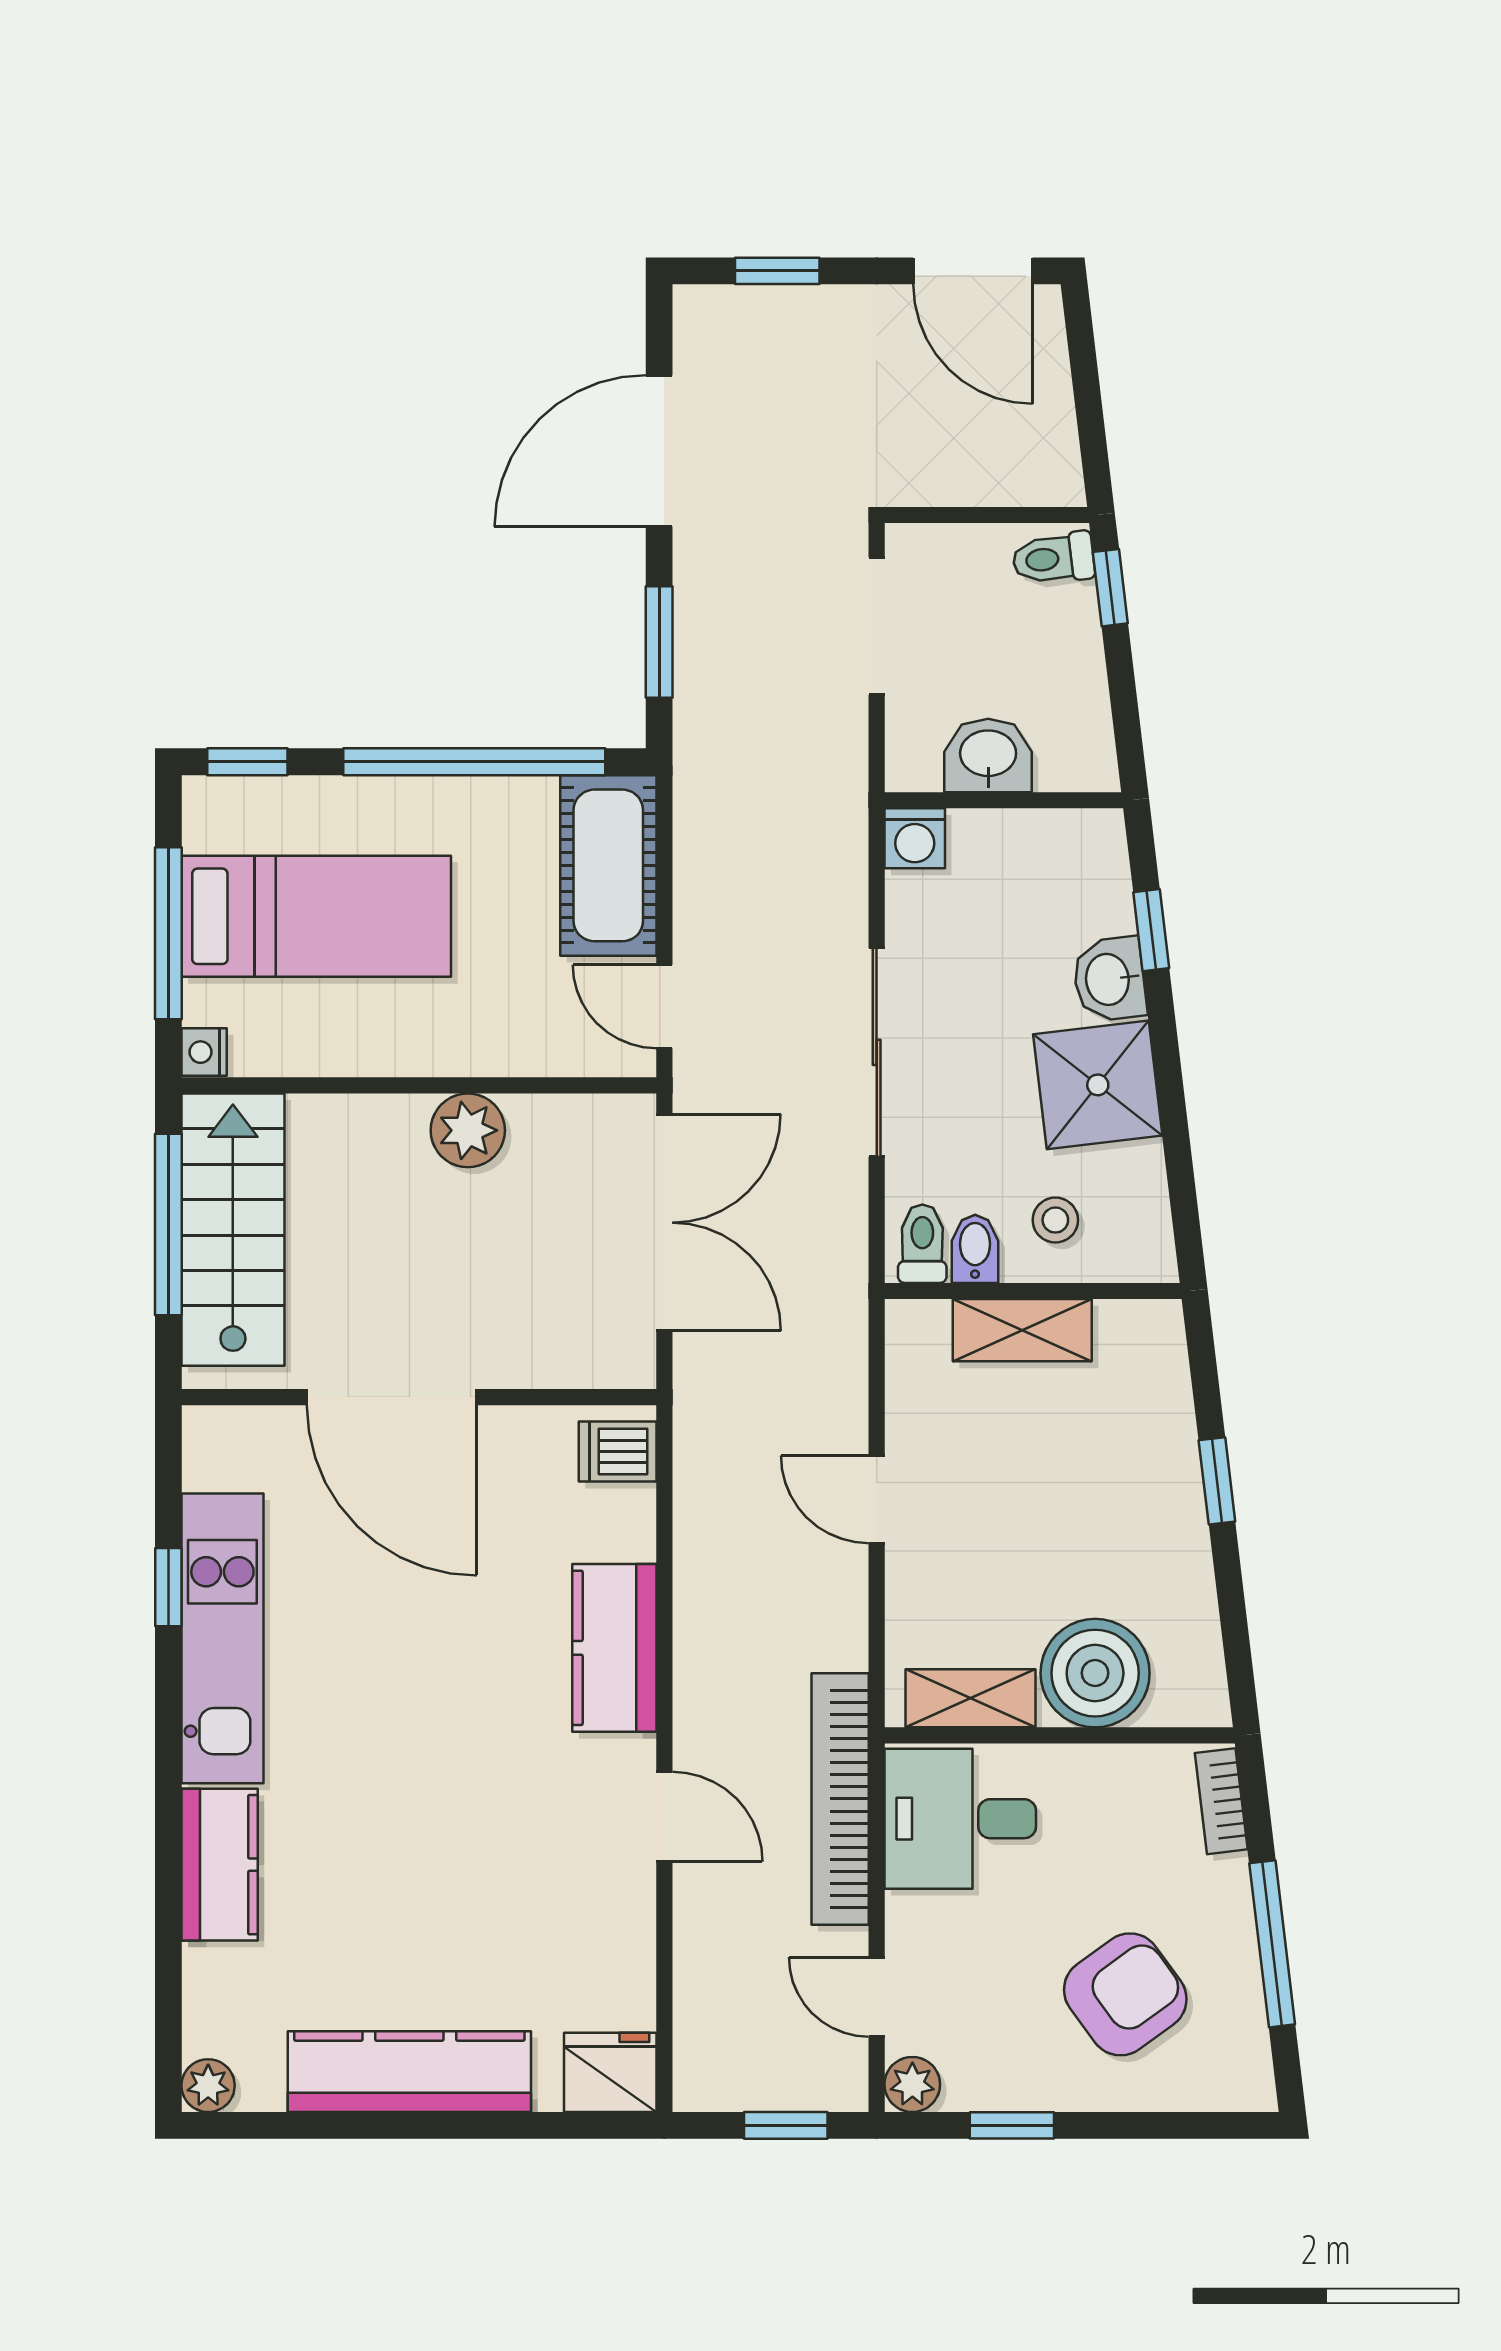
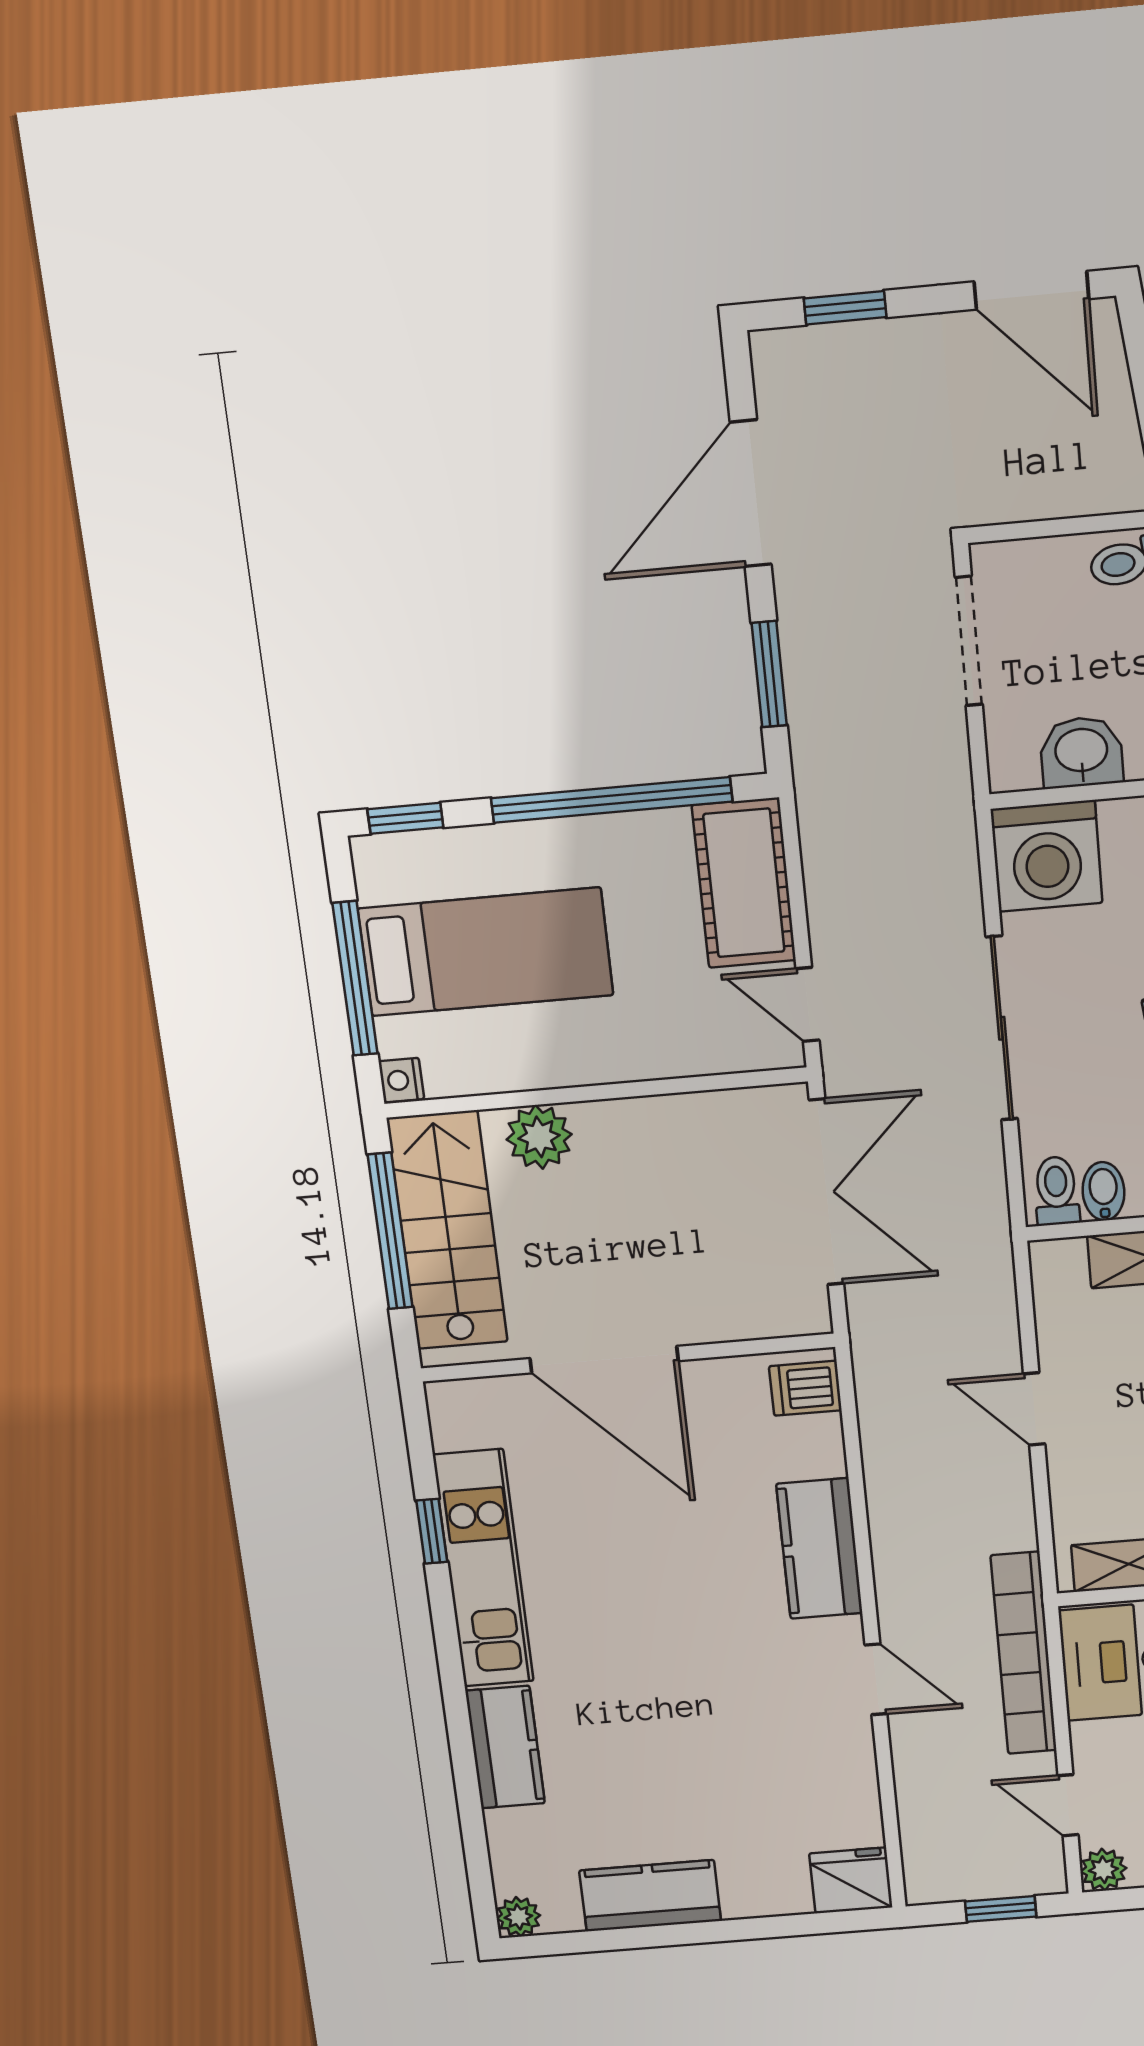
washing machine: (915, 838) -> (1047, 856), width x1.89, depth x1.89
plant: (468, 1130) -> (539, 1137), moved
kitchen counter: (409, 2072) -> (650, 1896), width x0.67

